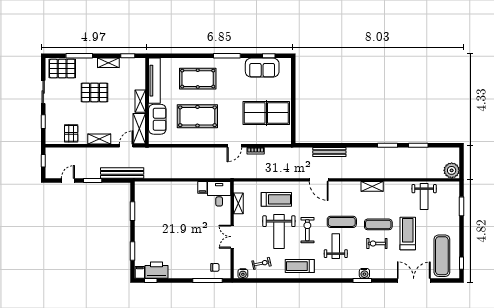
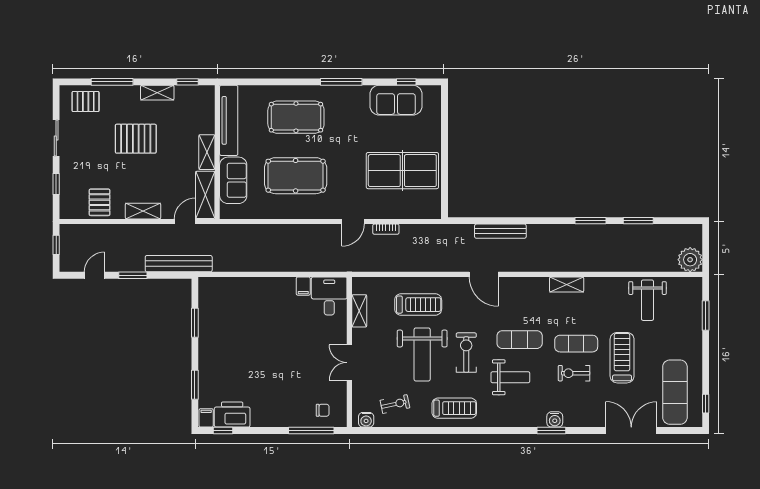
pallet: (62, 69) -> (86, 102), width x0.67, depth x0.71
weight bench: (336, 246) -> (510, 377), turned 90
treadmill: (300, 266) -> (454, 408), turned 180

